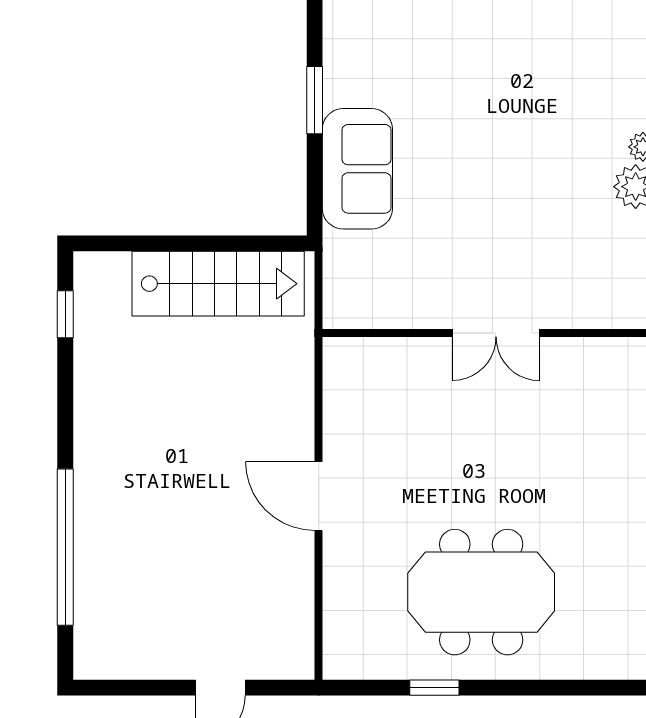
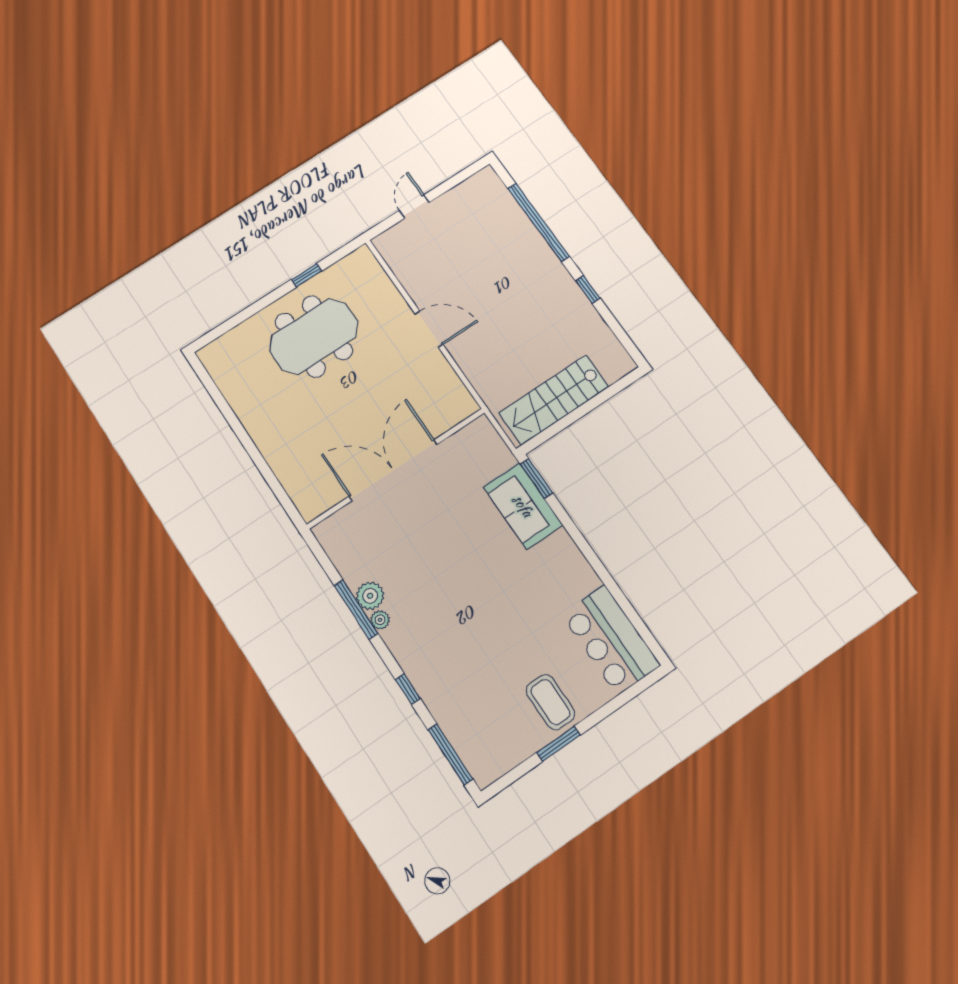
window: (315, 100) -> (536, 478), moved
window: (65, 314) -> (588, 289), moved
double door: (496, 333) -> (393, 470), width x1.87

